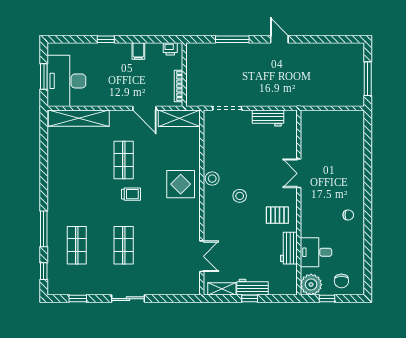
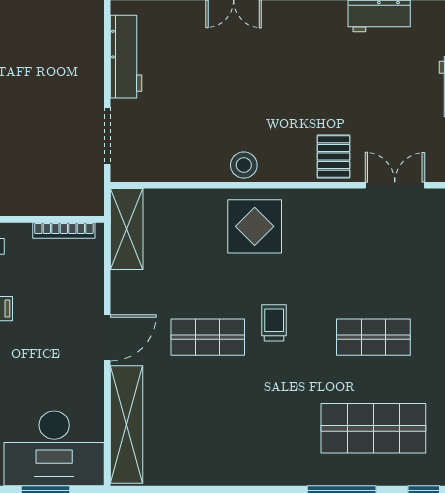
door: (144, 108) -> (107, 338), moved
workbench: (268, 118) -> (126, 57), width x1.38
stool: (240, 196) -> (277, 112), removed
pallet: (277, 215) -> (334, 157), moved
shop shelf: (77, 245) -> (373, 428), width x1.43, depth x1.36

